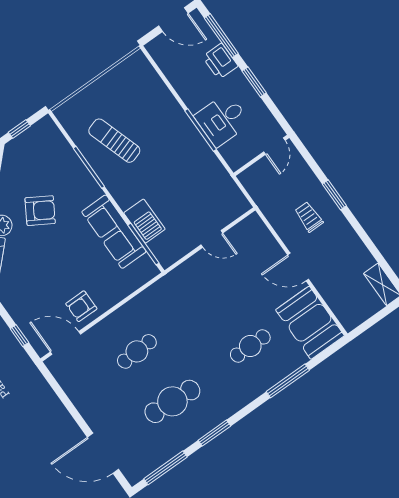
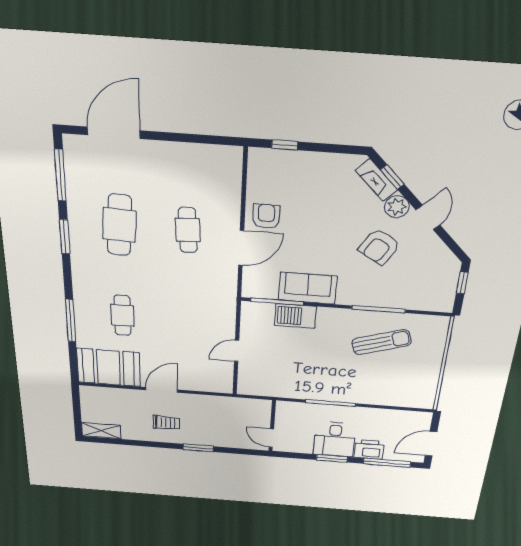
desk: (222, 120) -> (335, 439), moved, turned 180
trolley: (309, 217) -> (166, 423), moved
sofa: (114, 232) -> (308, 288), width x0.73
door: (65, 343) -> (241, 248), moved

